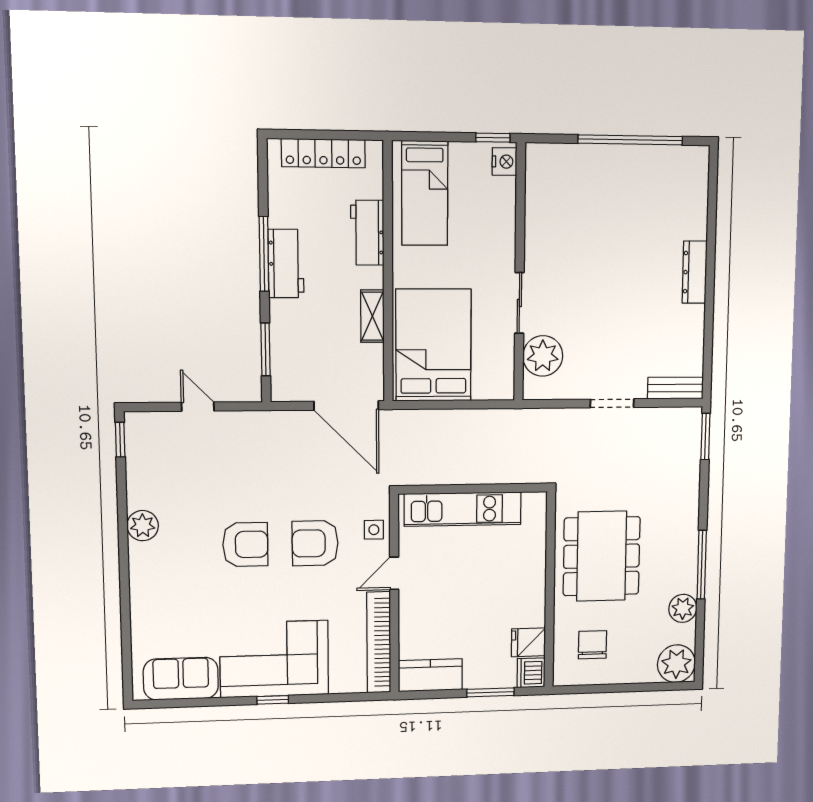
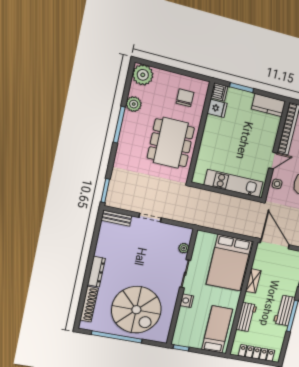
nightstand: (504, 162) -> (187, 301), moved
shoe rack: (697, 201) -> (89, 304), added
spiral stairs: (602, 207) -> (136, 310), added
plant: (543, 356) -> (184, 248), width x0.53, depth x0.53
chair: (592, 645) -> (185, 98), turned 180

